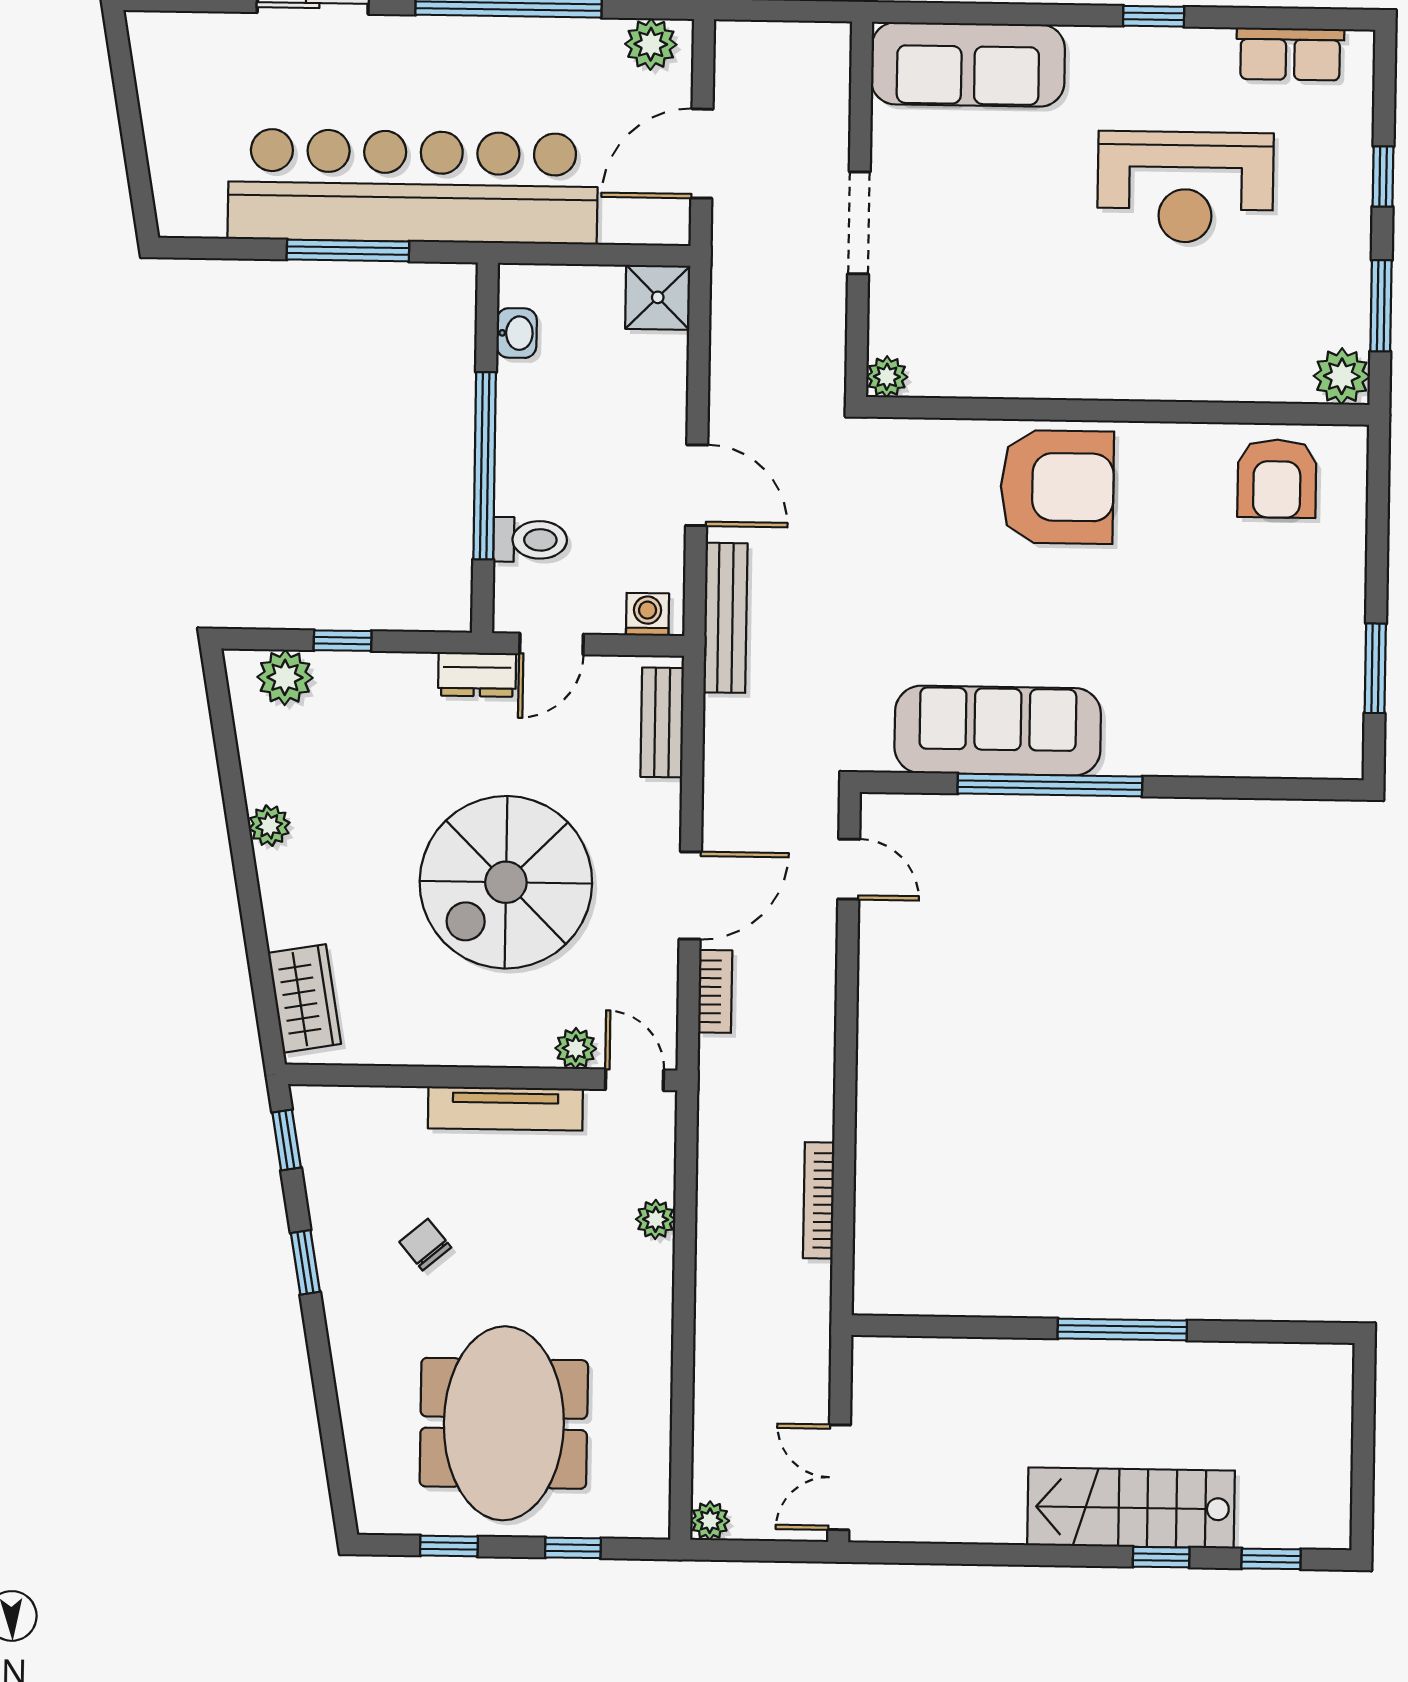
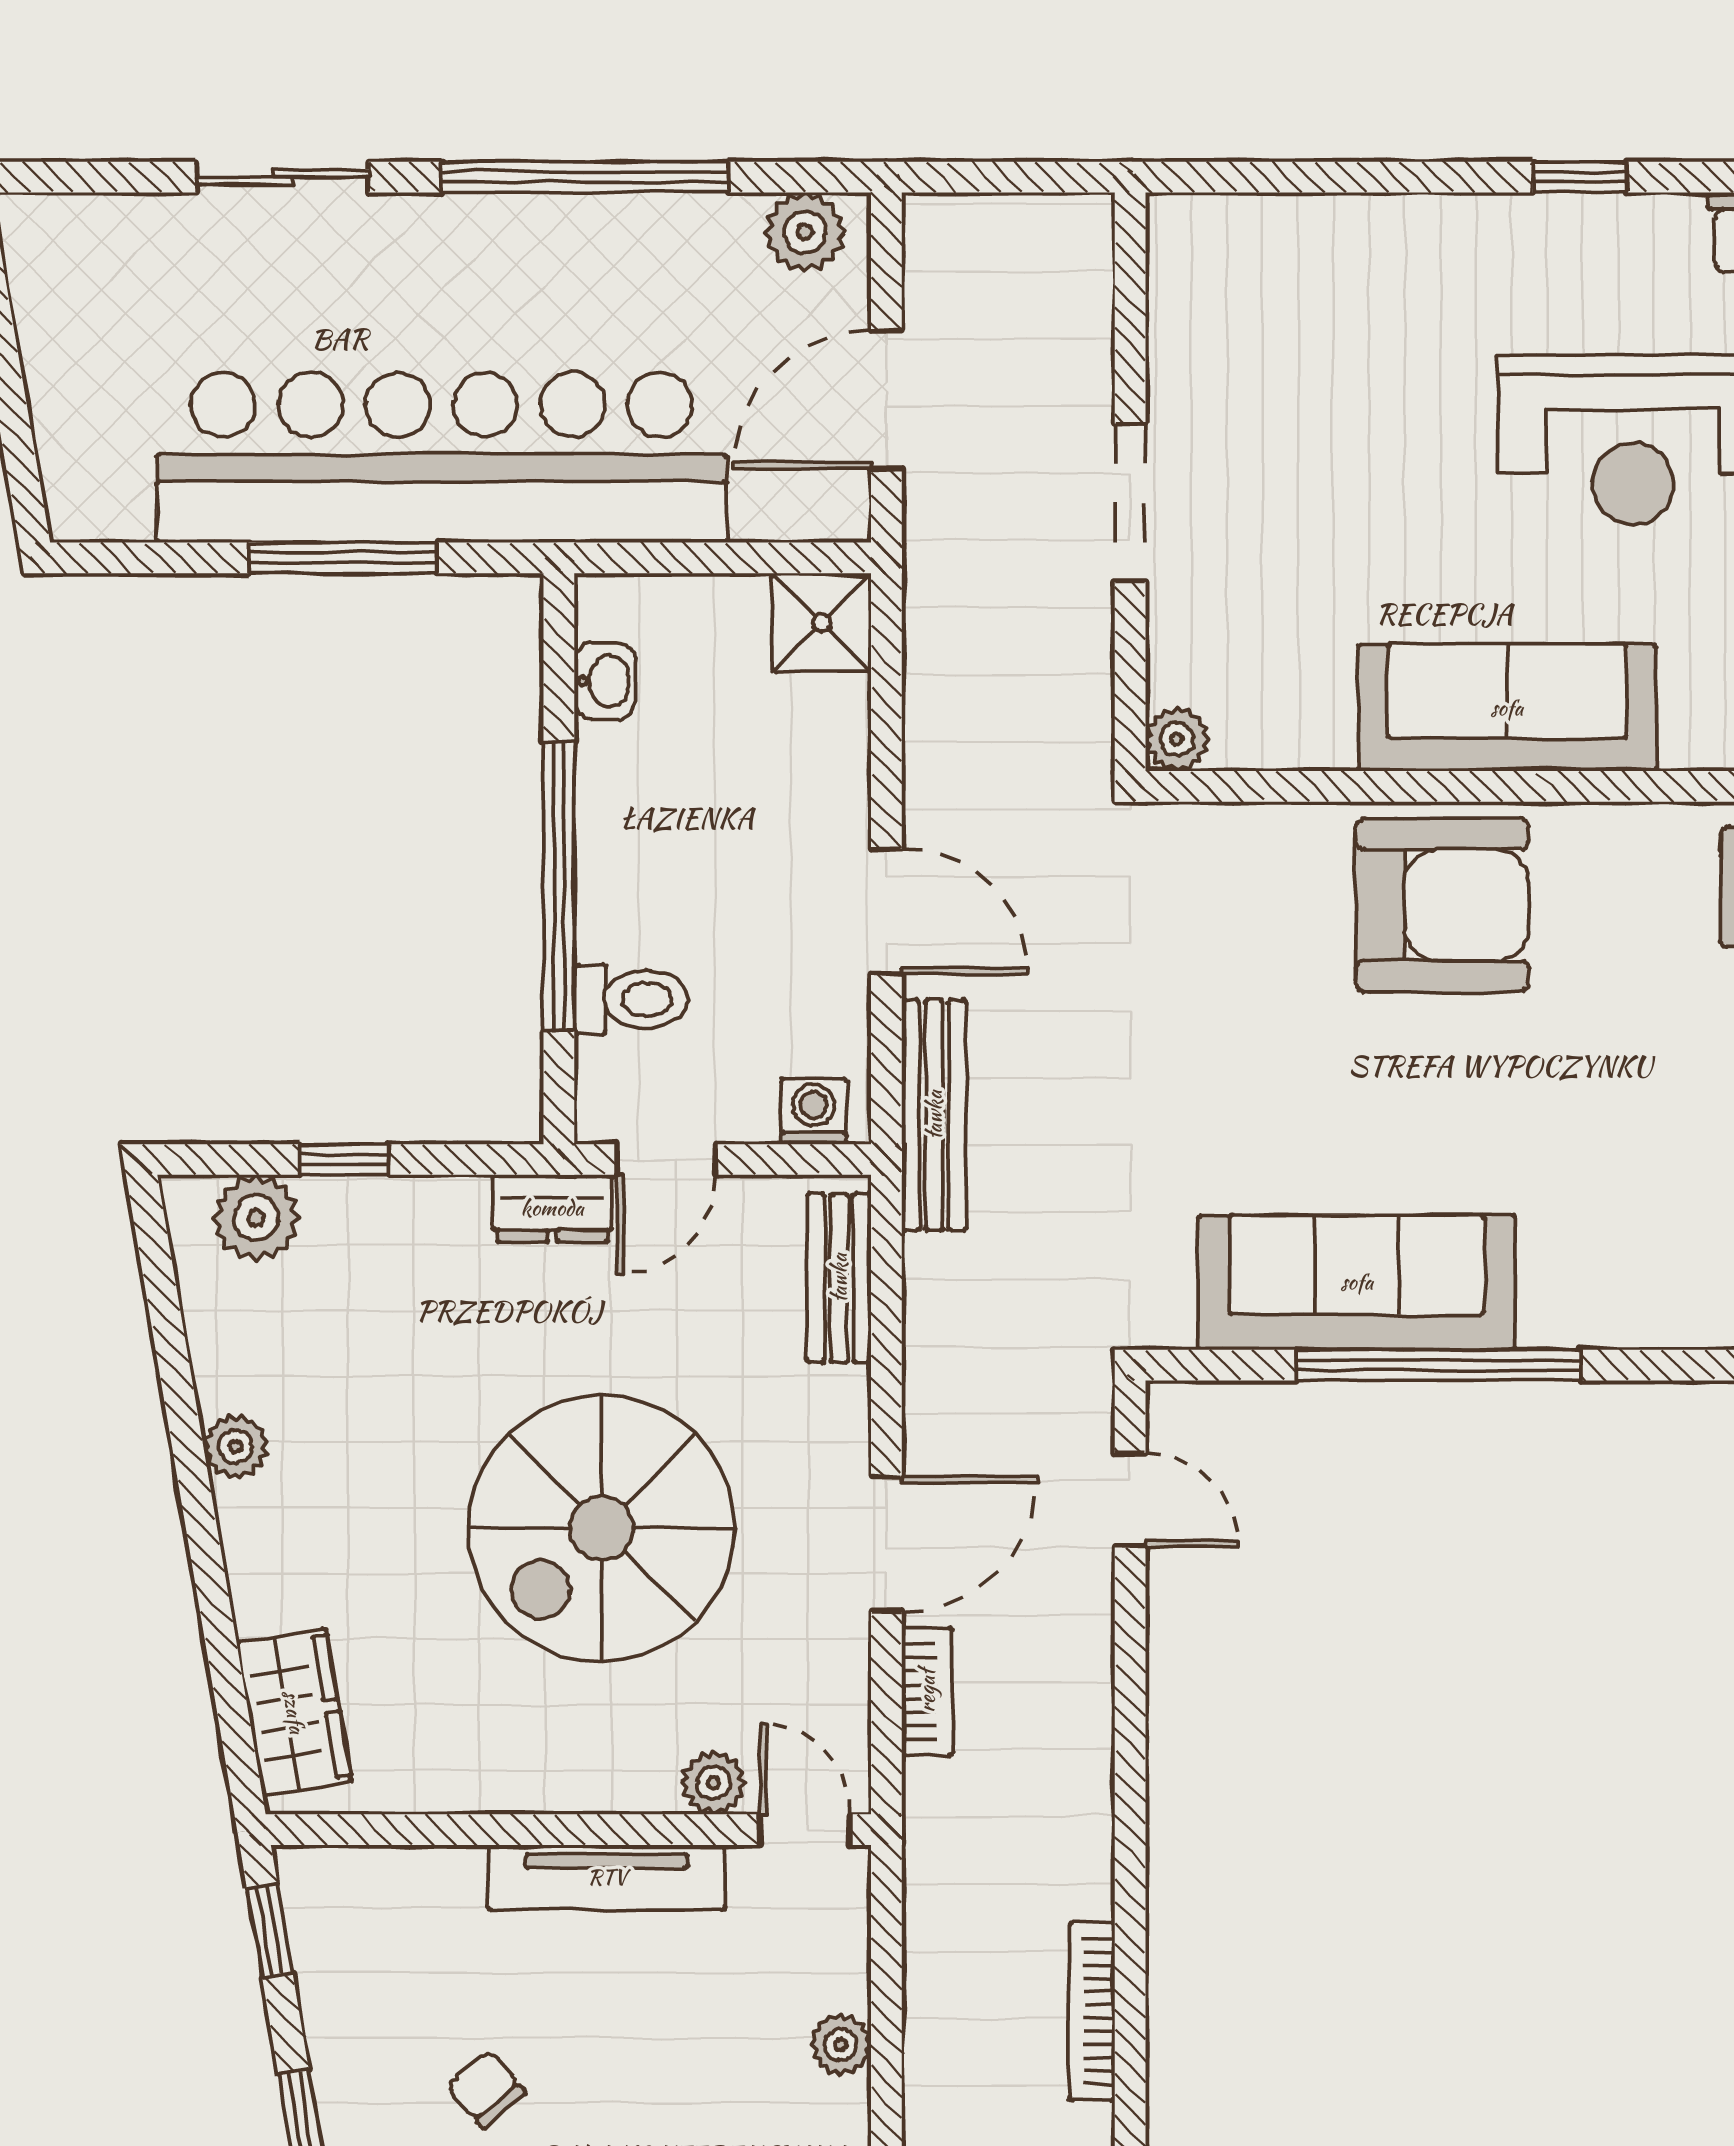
sofa: (968, 64) -> (1507, 708), moved, turned 180

